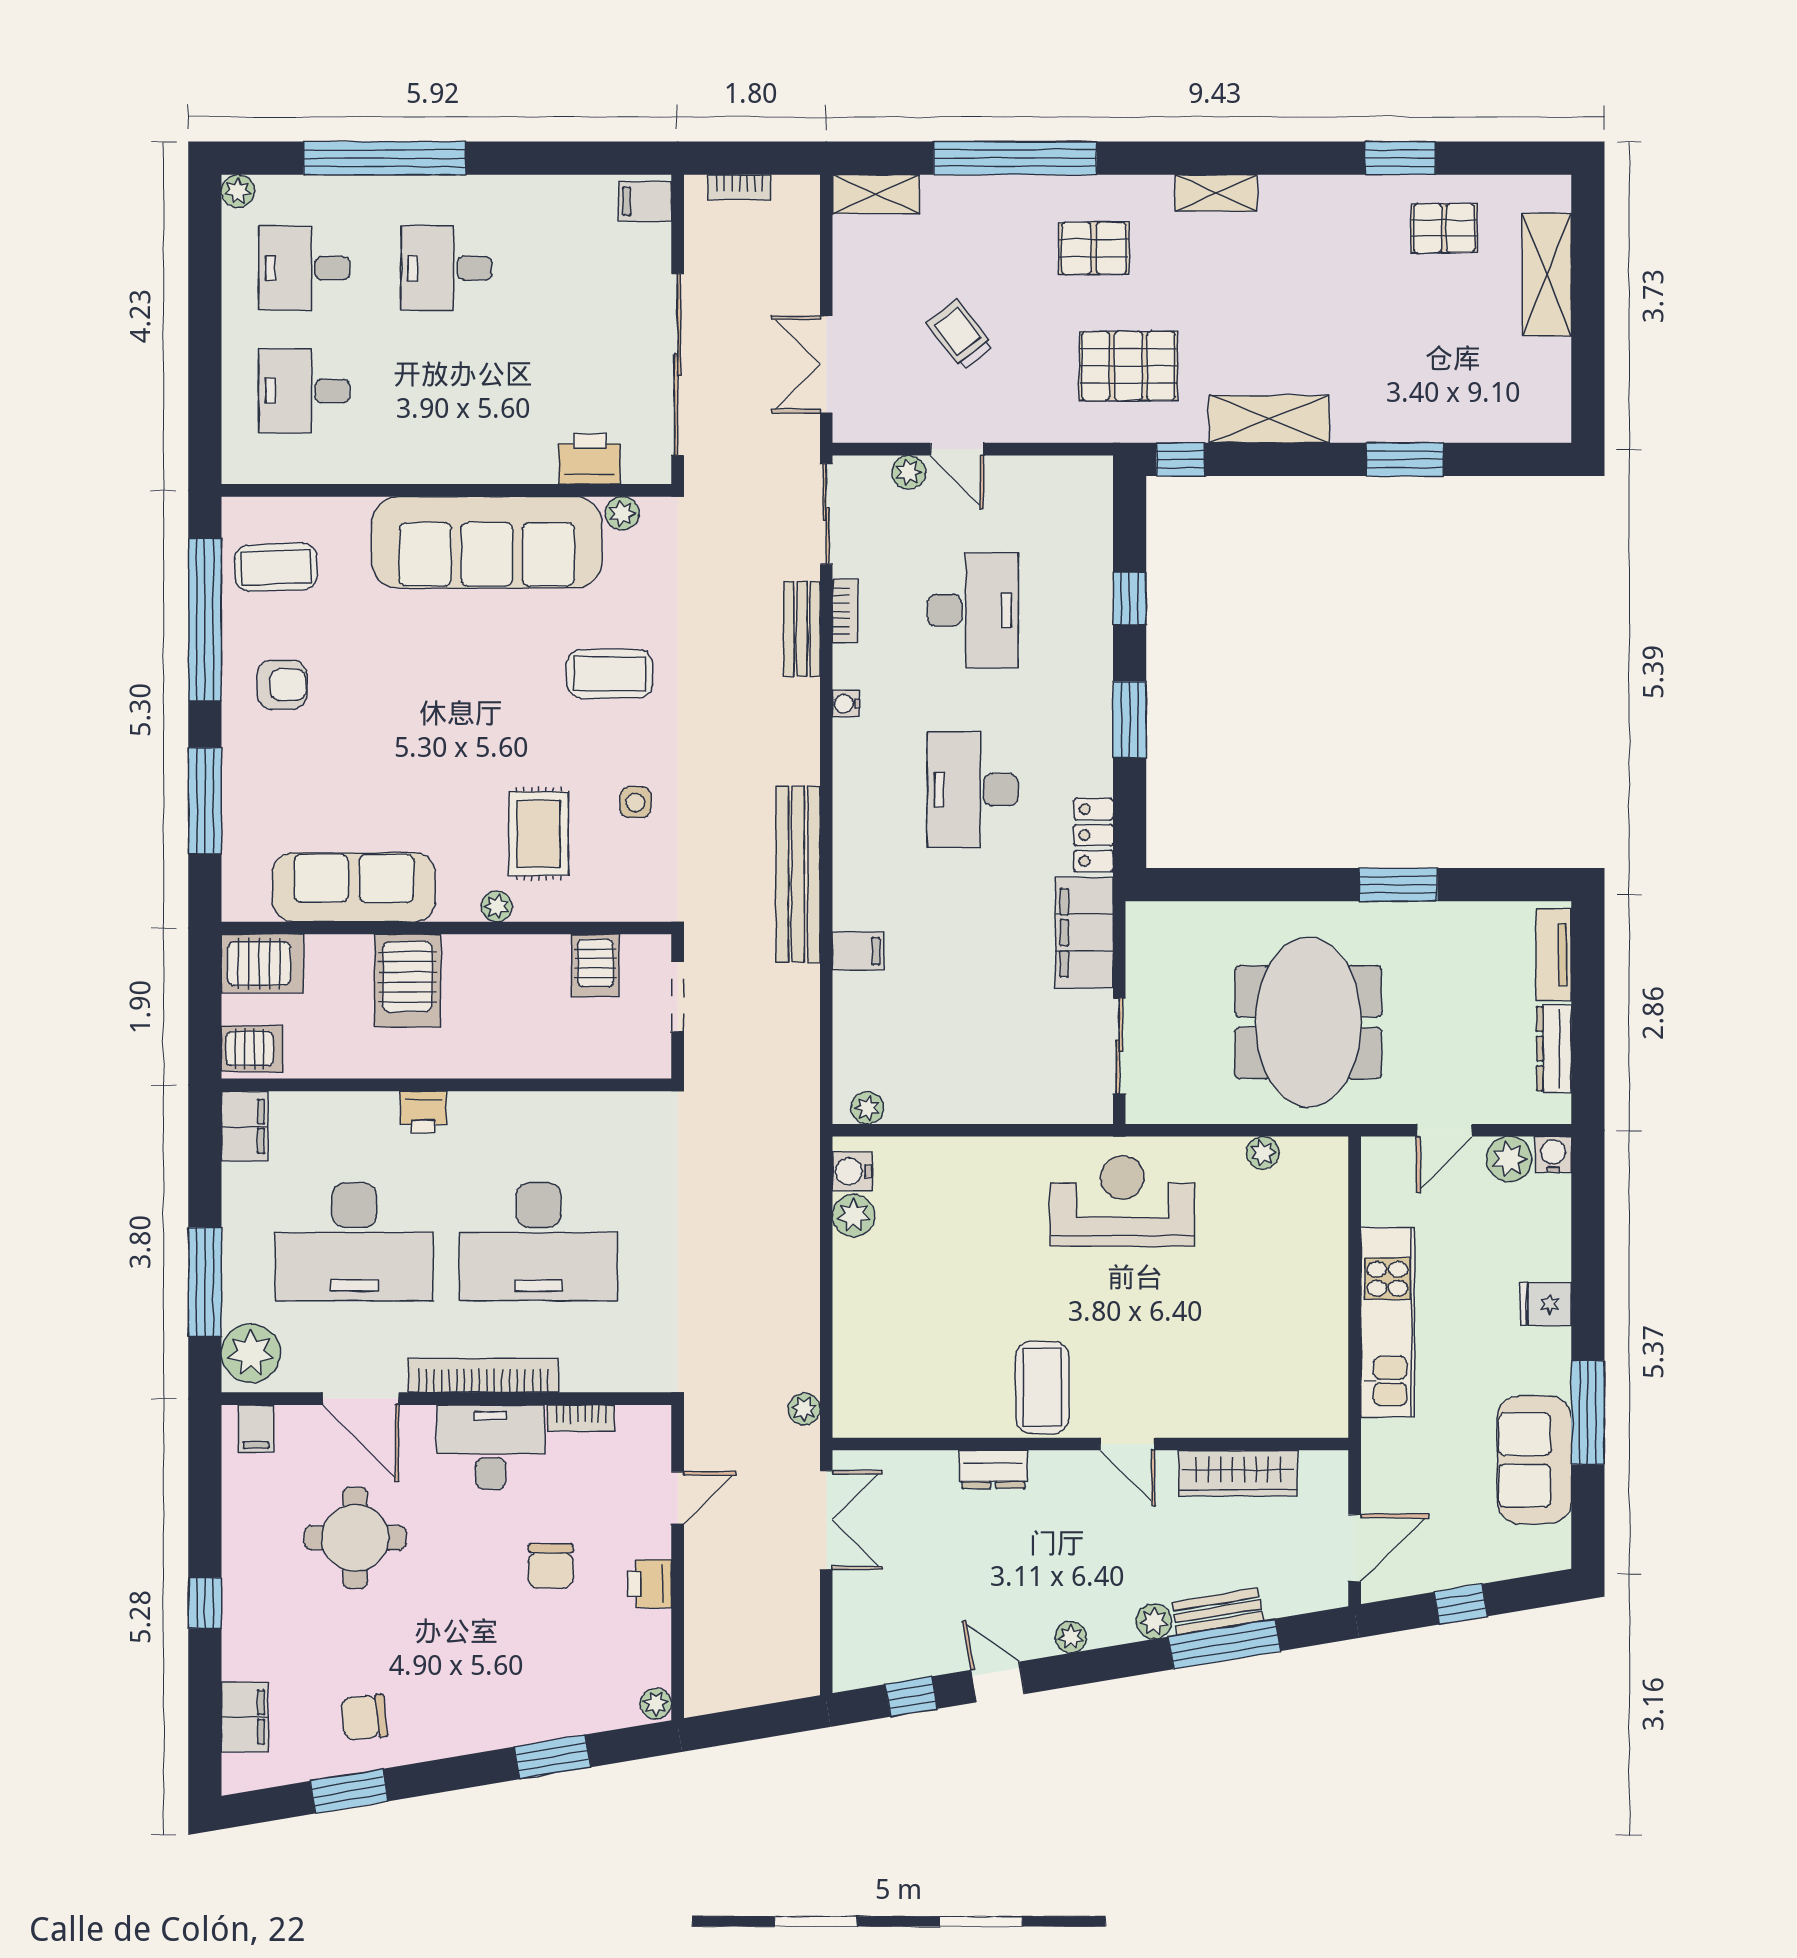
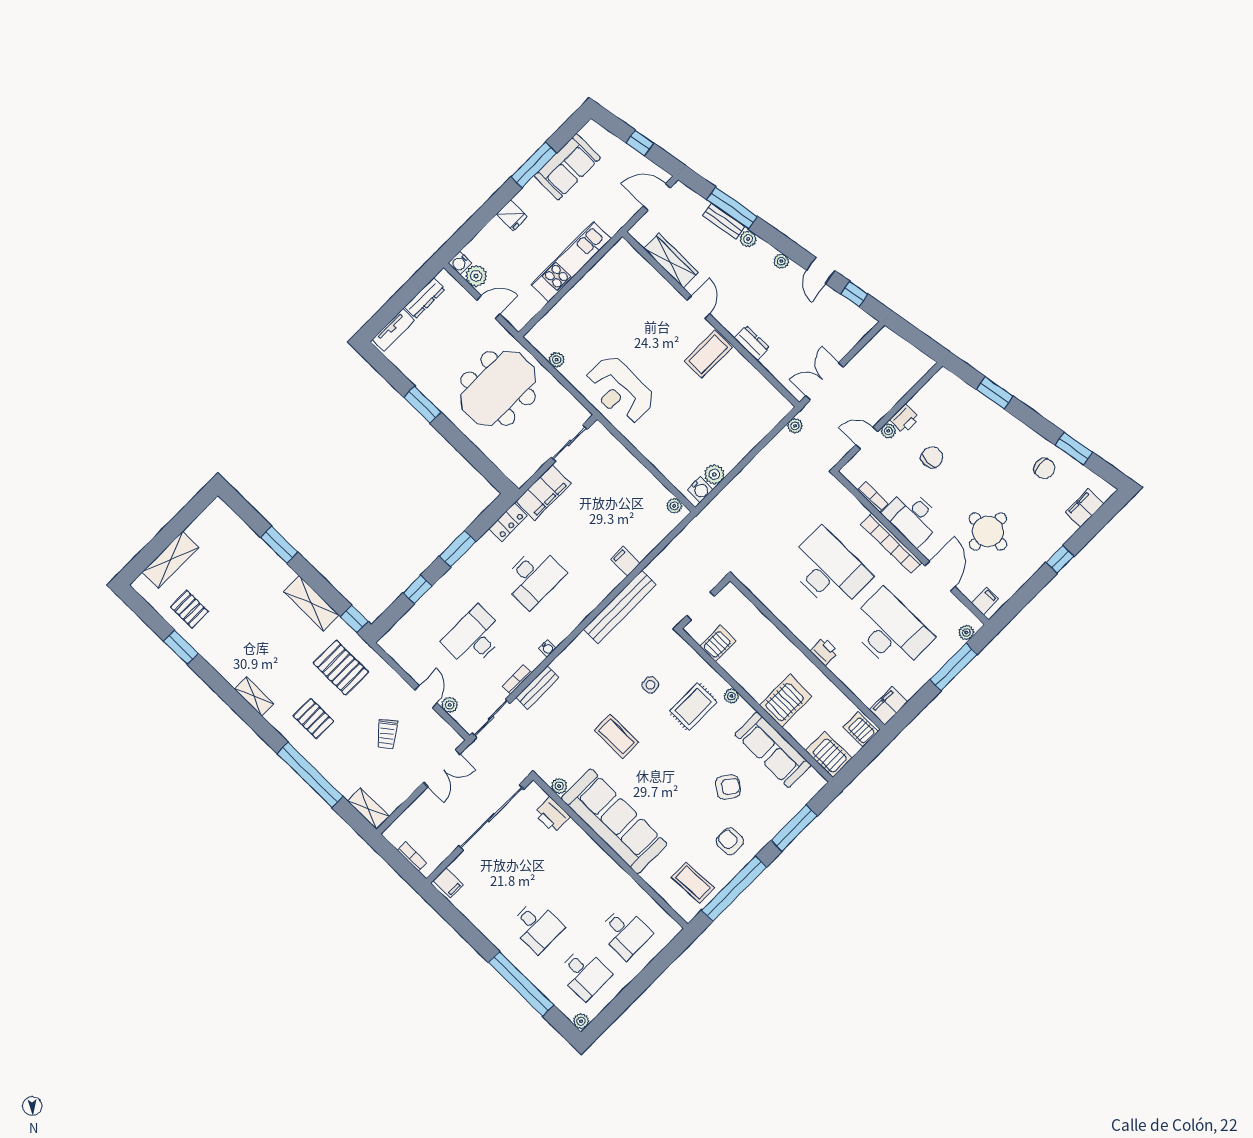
armchair: (366, 764) -> (728, 787), added
plant: (251, 1353) -> (966, 632), width x0.53, depth x0.53
plant: (656, 1704) -> (888, 431), moved

